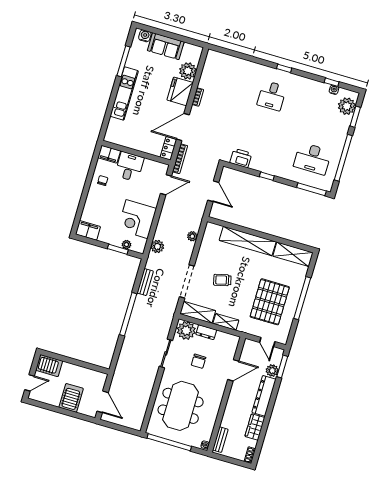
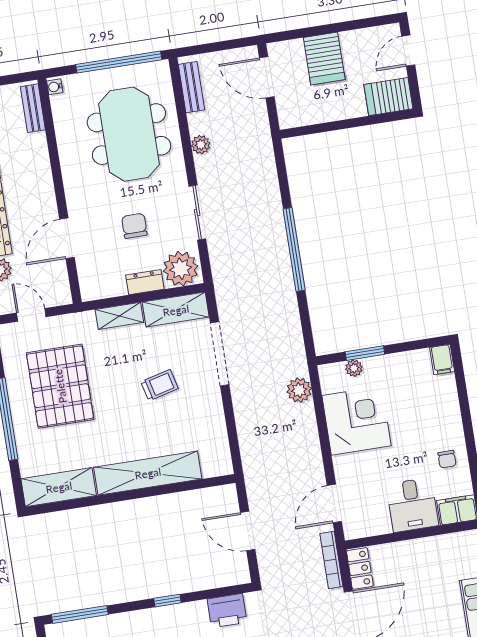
filing cabinet: (88, 230) -> (442, 360), width x0.50
plant: (192, 236) -> (201, 145), moved
bench: (145, 282) -> (191, 87), moved

